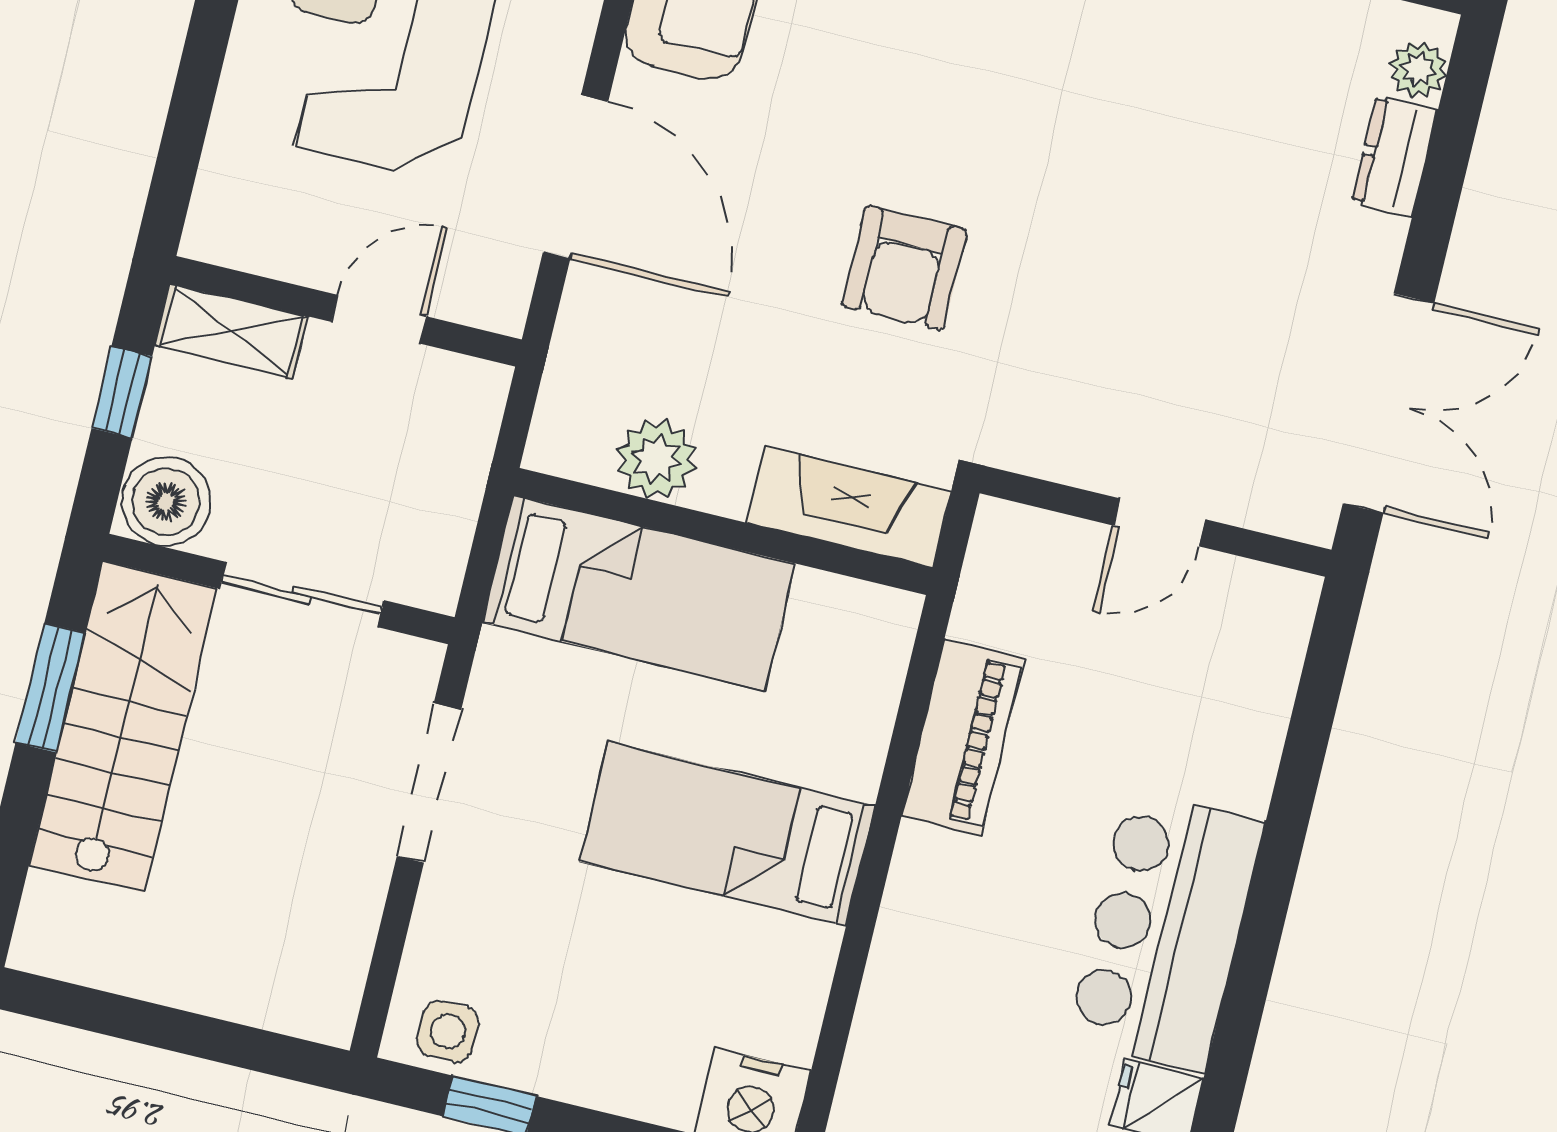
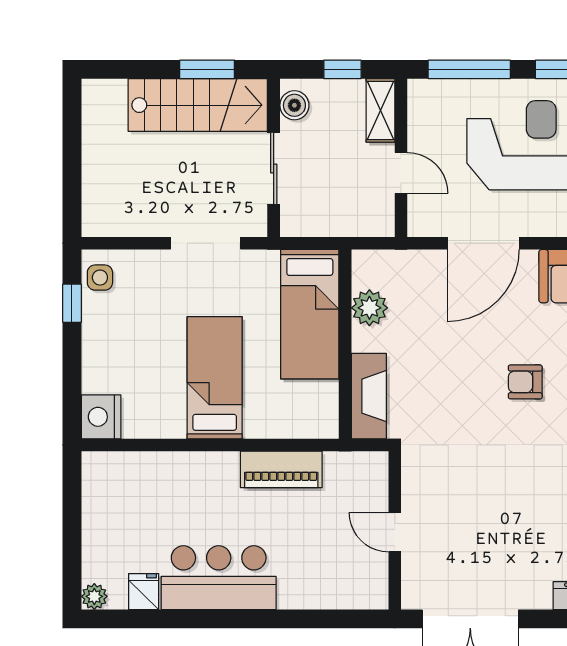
window: (189, 115) -> (469, 69), added
armchair: (904, 268) -> (525, 382), moved, width x0.72, depth x0.72
boiler: (166, 502) -> (294, 105), width x0.73, depth x0.73

